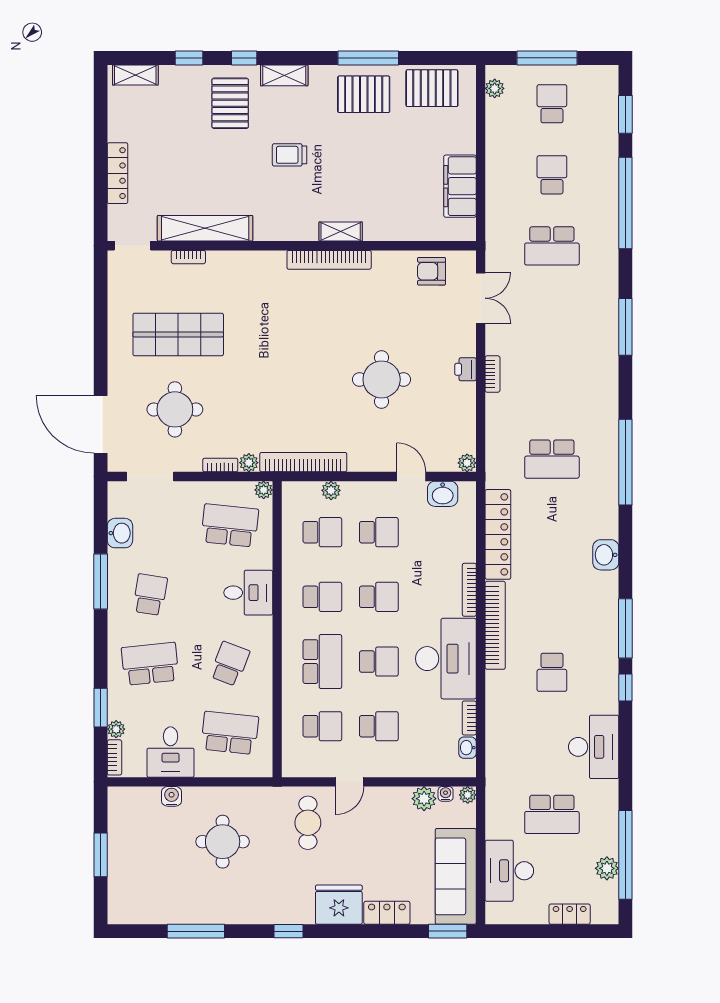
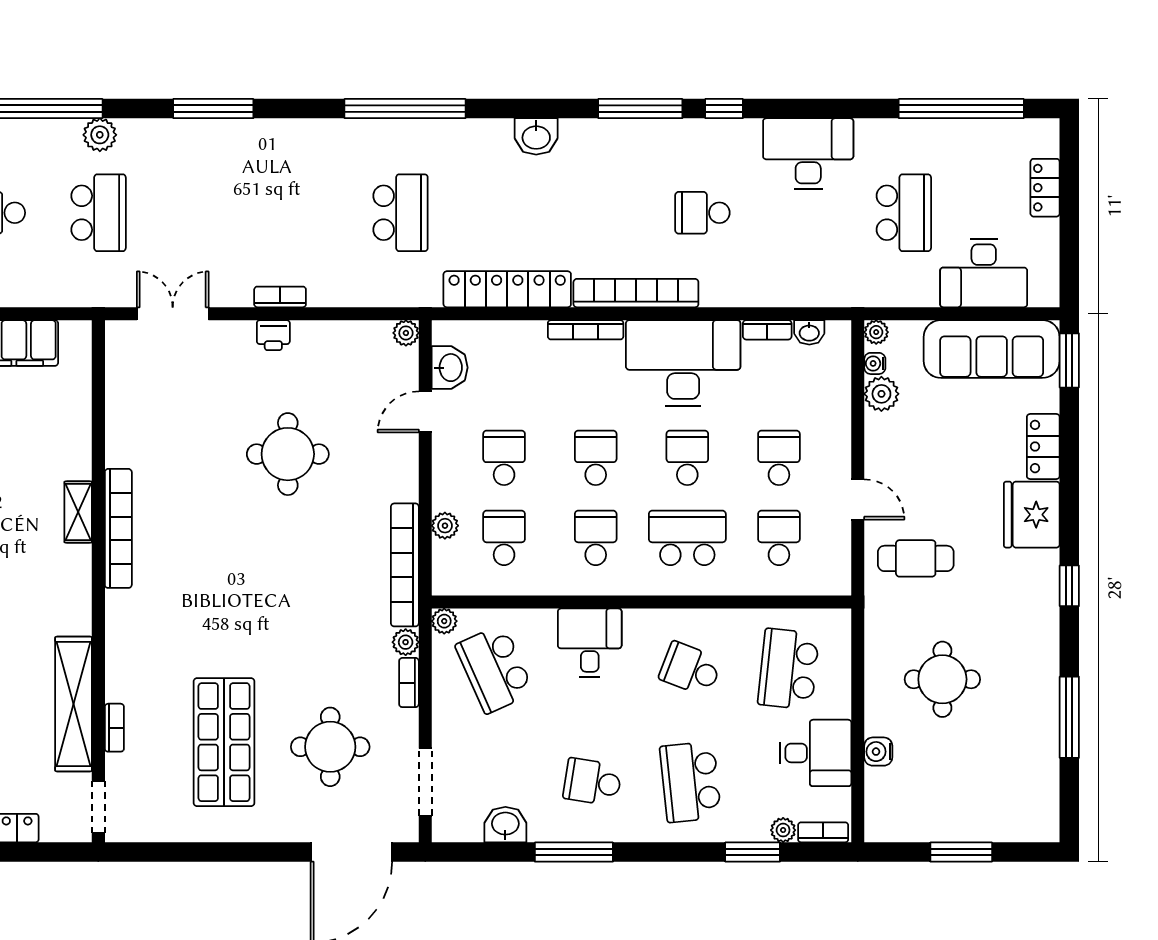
armchair: (432, 271) -> (134, 383), removed
school desk: (230, 525) -> (495, 669), turned -30
school desk: (552, 672) -> (702, 213), turned 180
plant: (607, 868) -> (100, 135), moved

